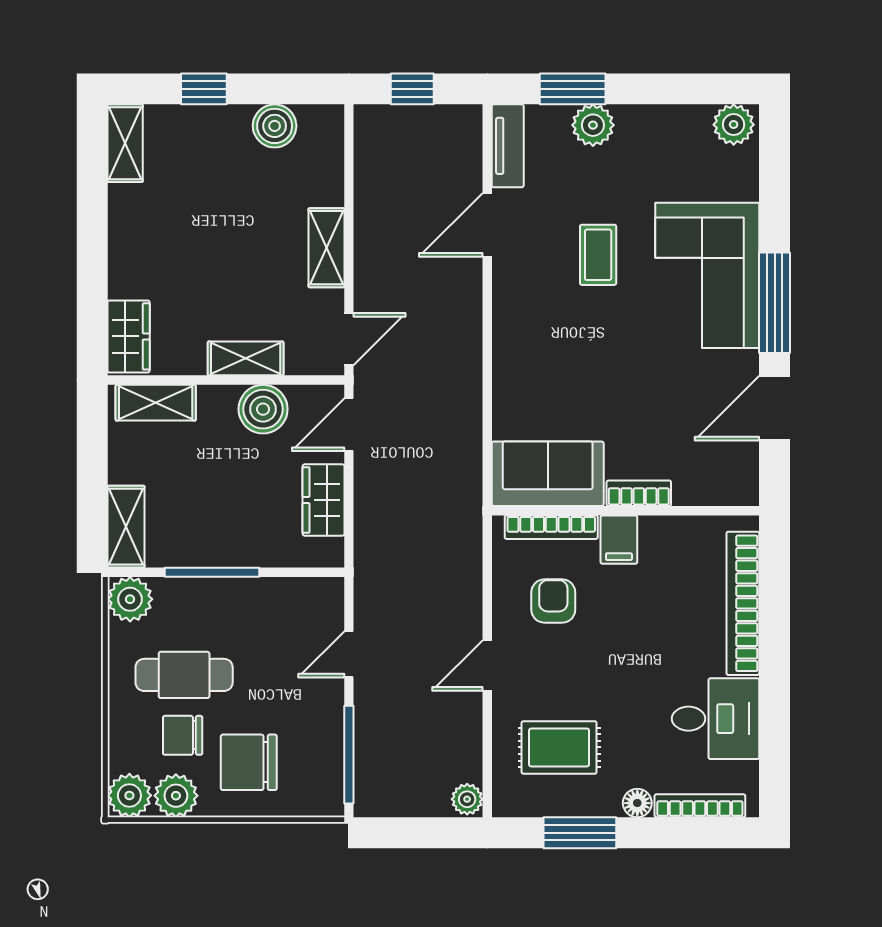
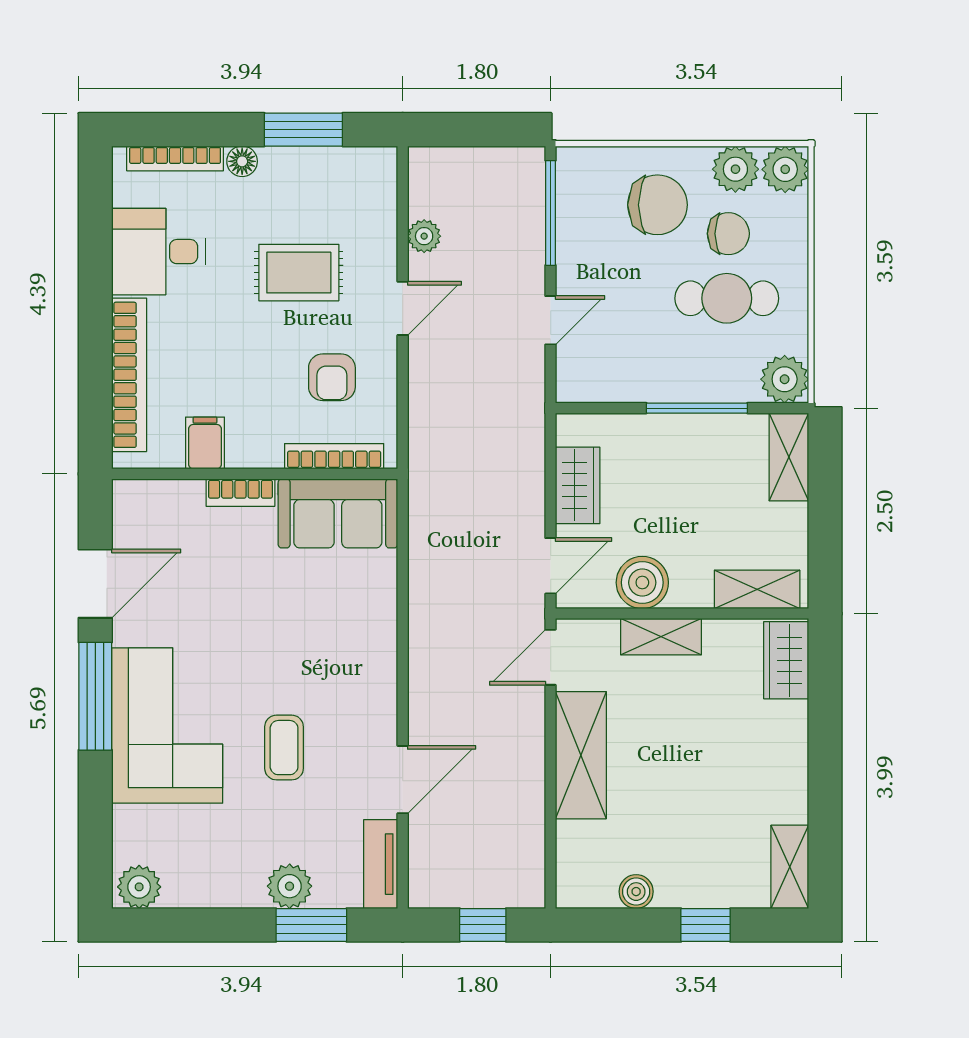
boiler: (275, 126) -> (636, 892), width x0.73, depth x0.73
shelving: (326, 248) -> (581, 755), width x1.50, depth x1.33
filing cabinet: (619, 540) -> (205, 443), moved
rug: (559, 747) -> (299, 273), moved
plant: (467, 799) -> (424, 236), moved

